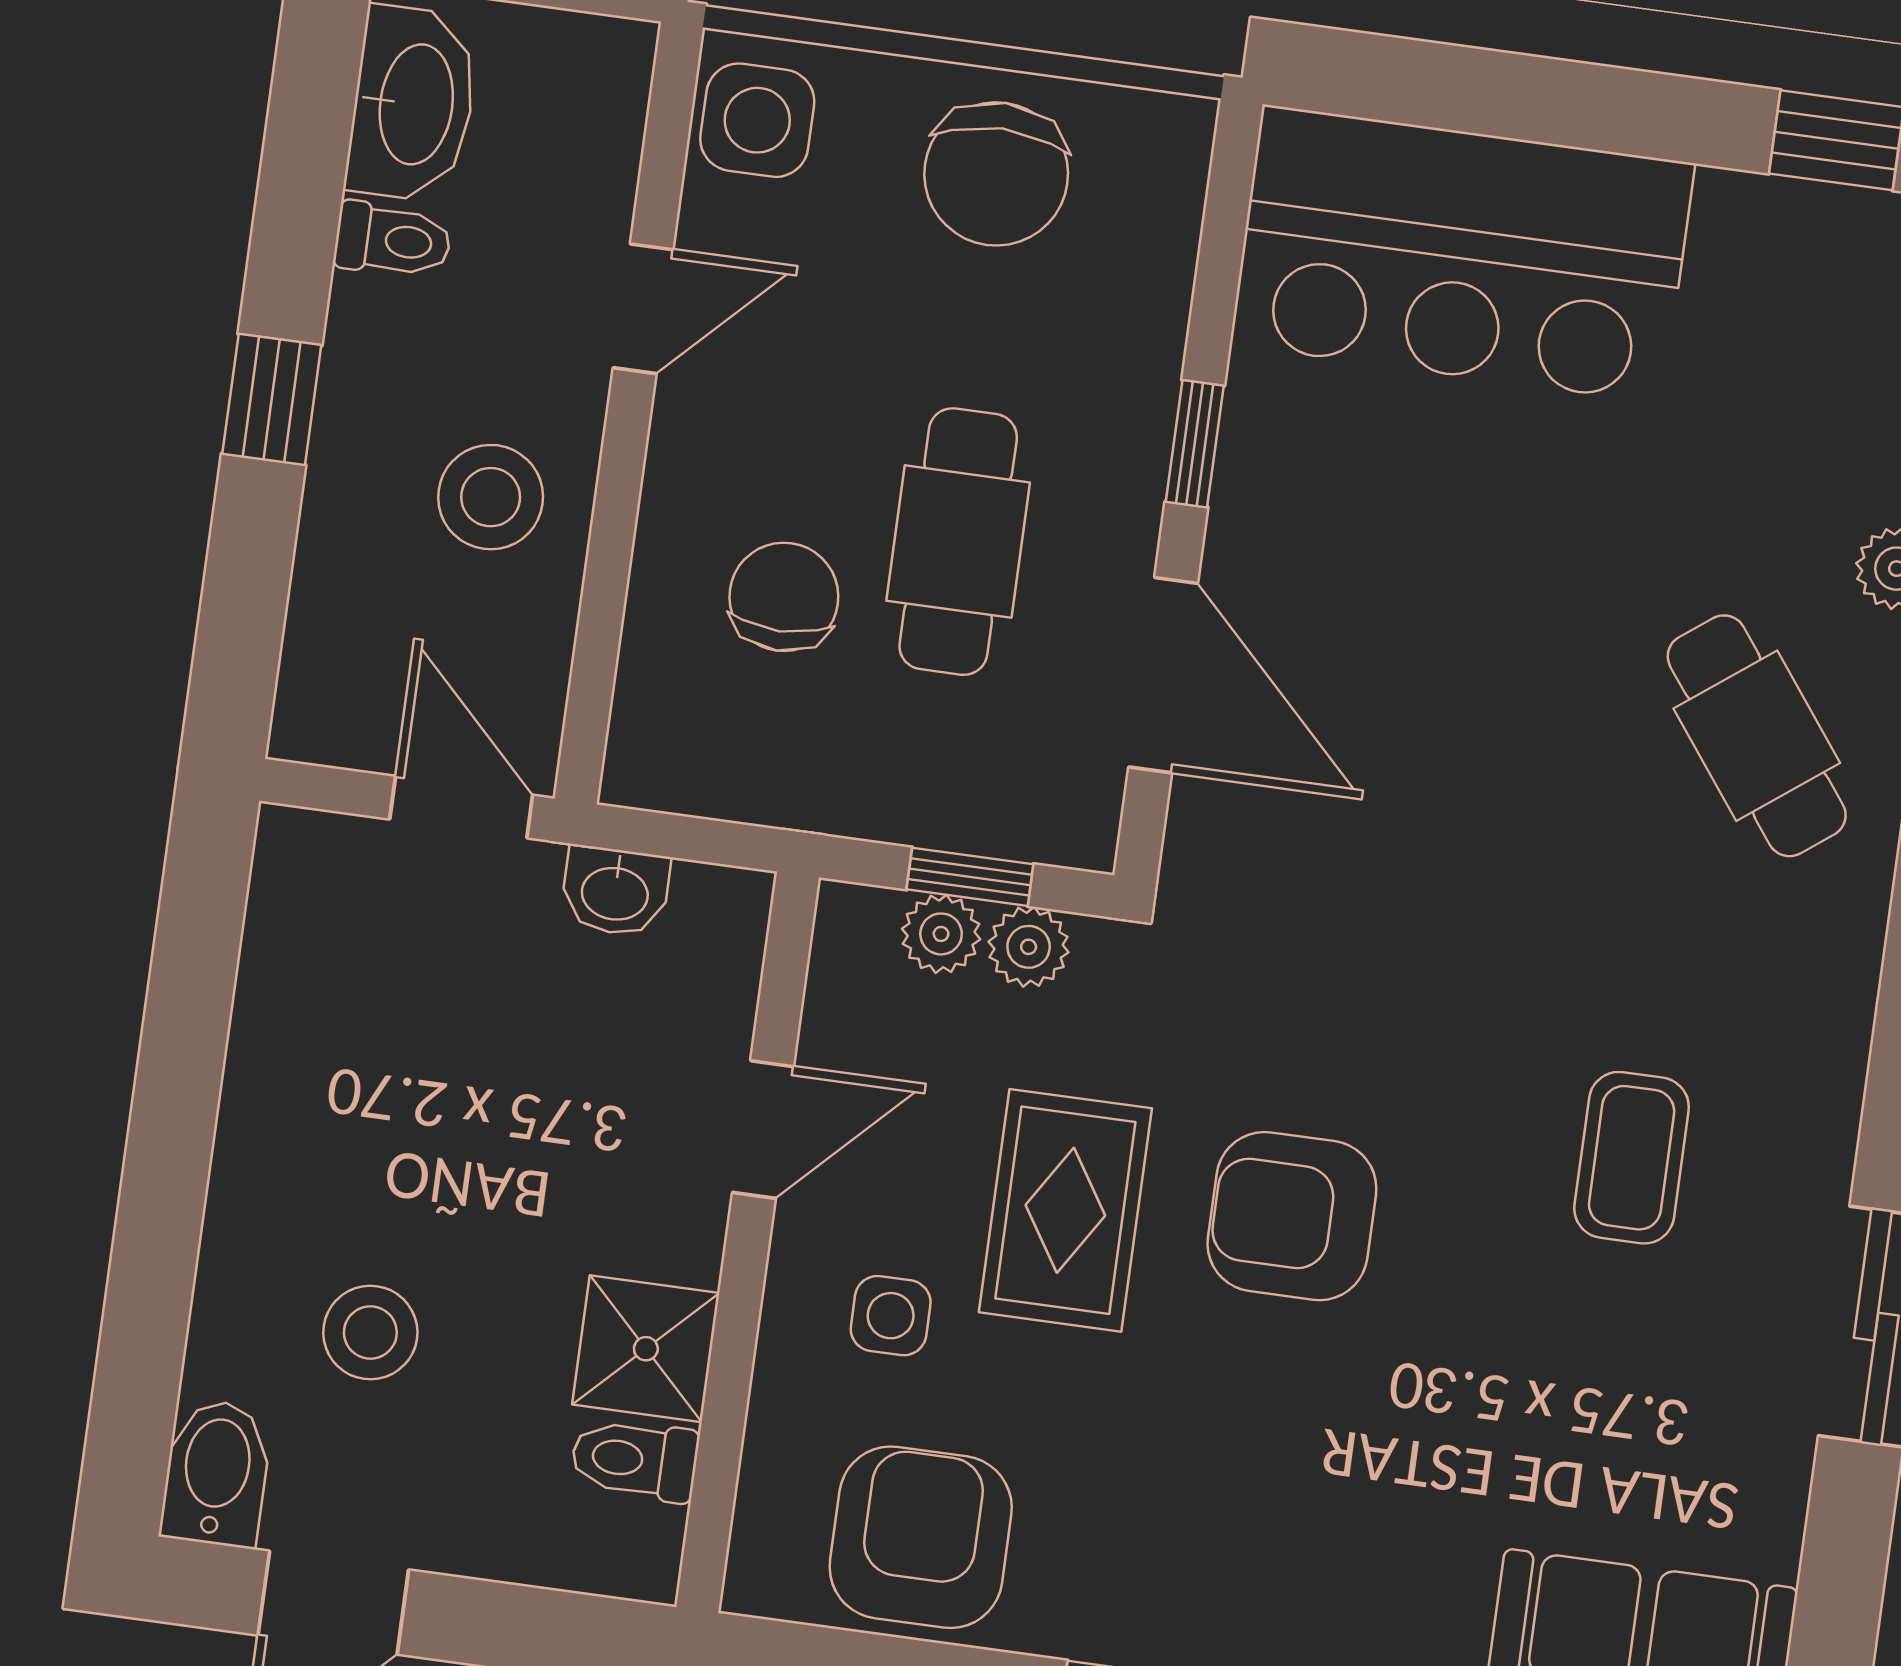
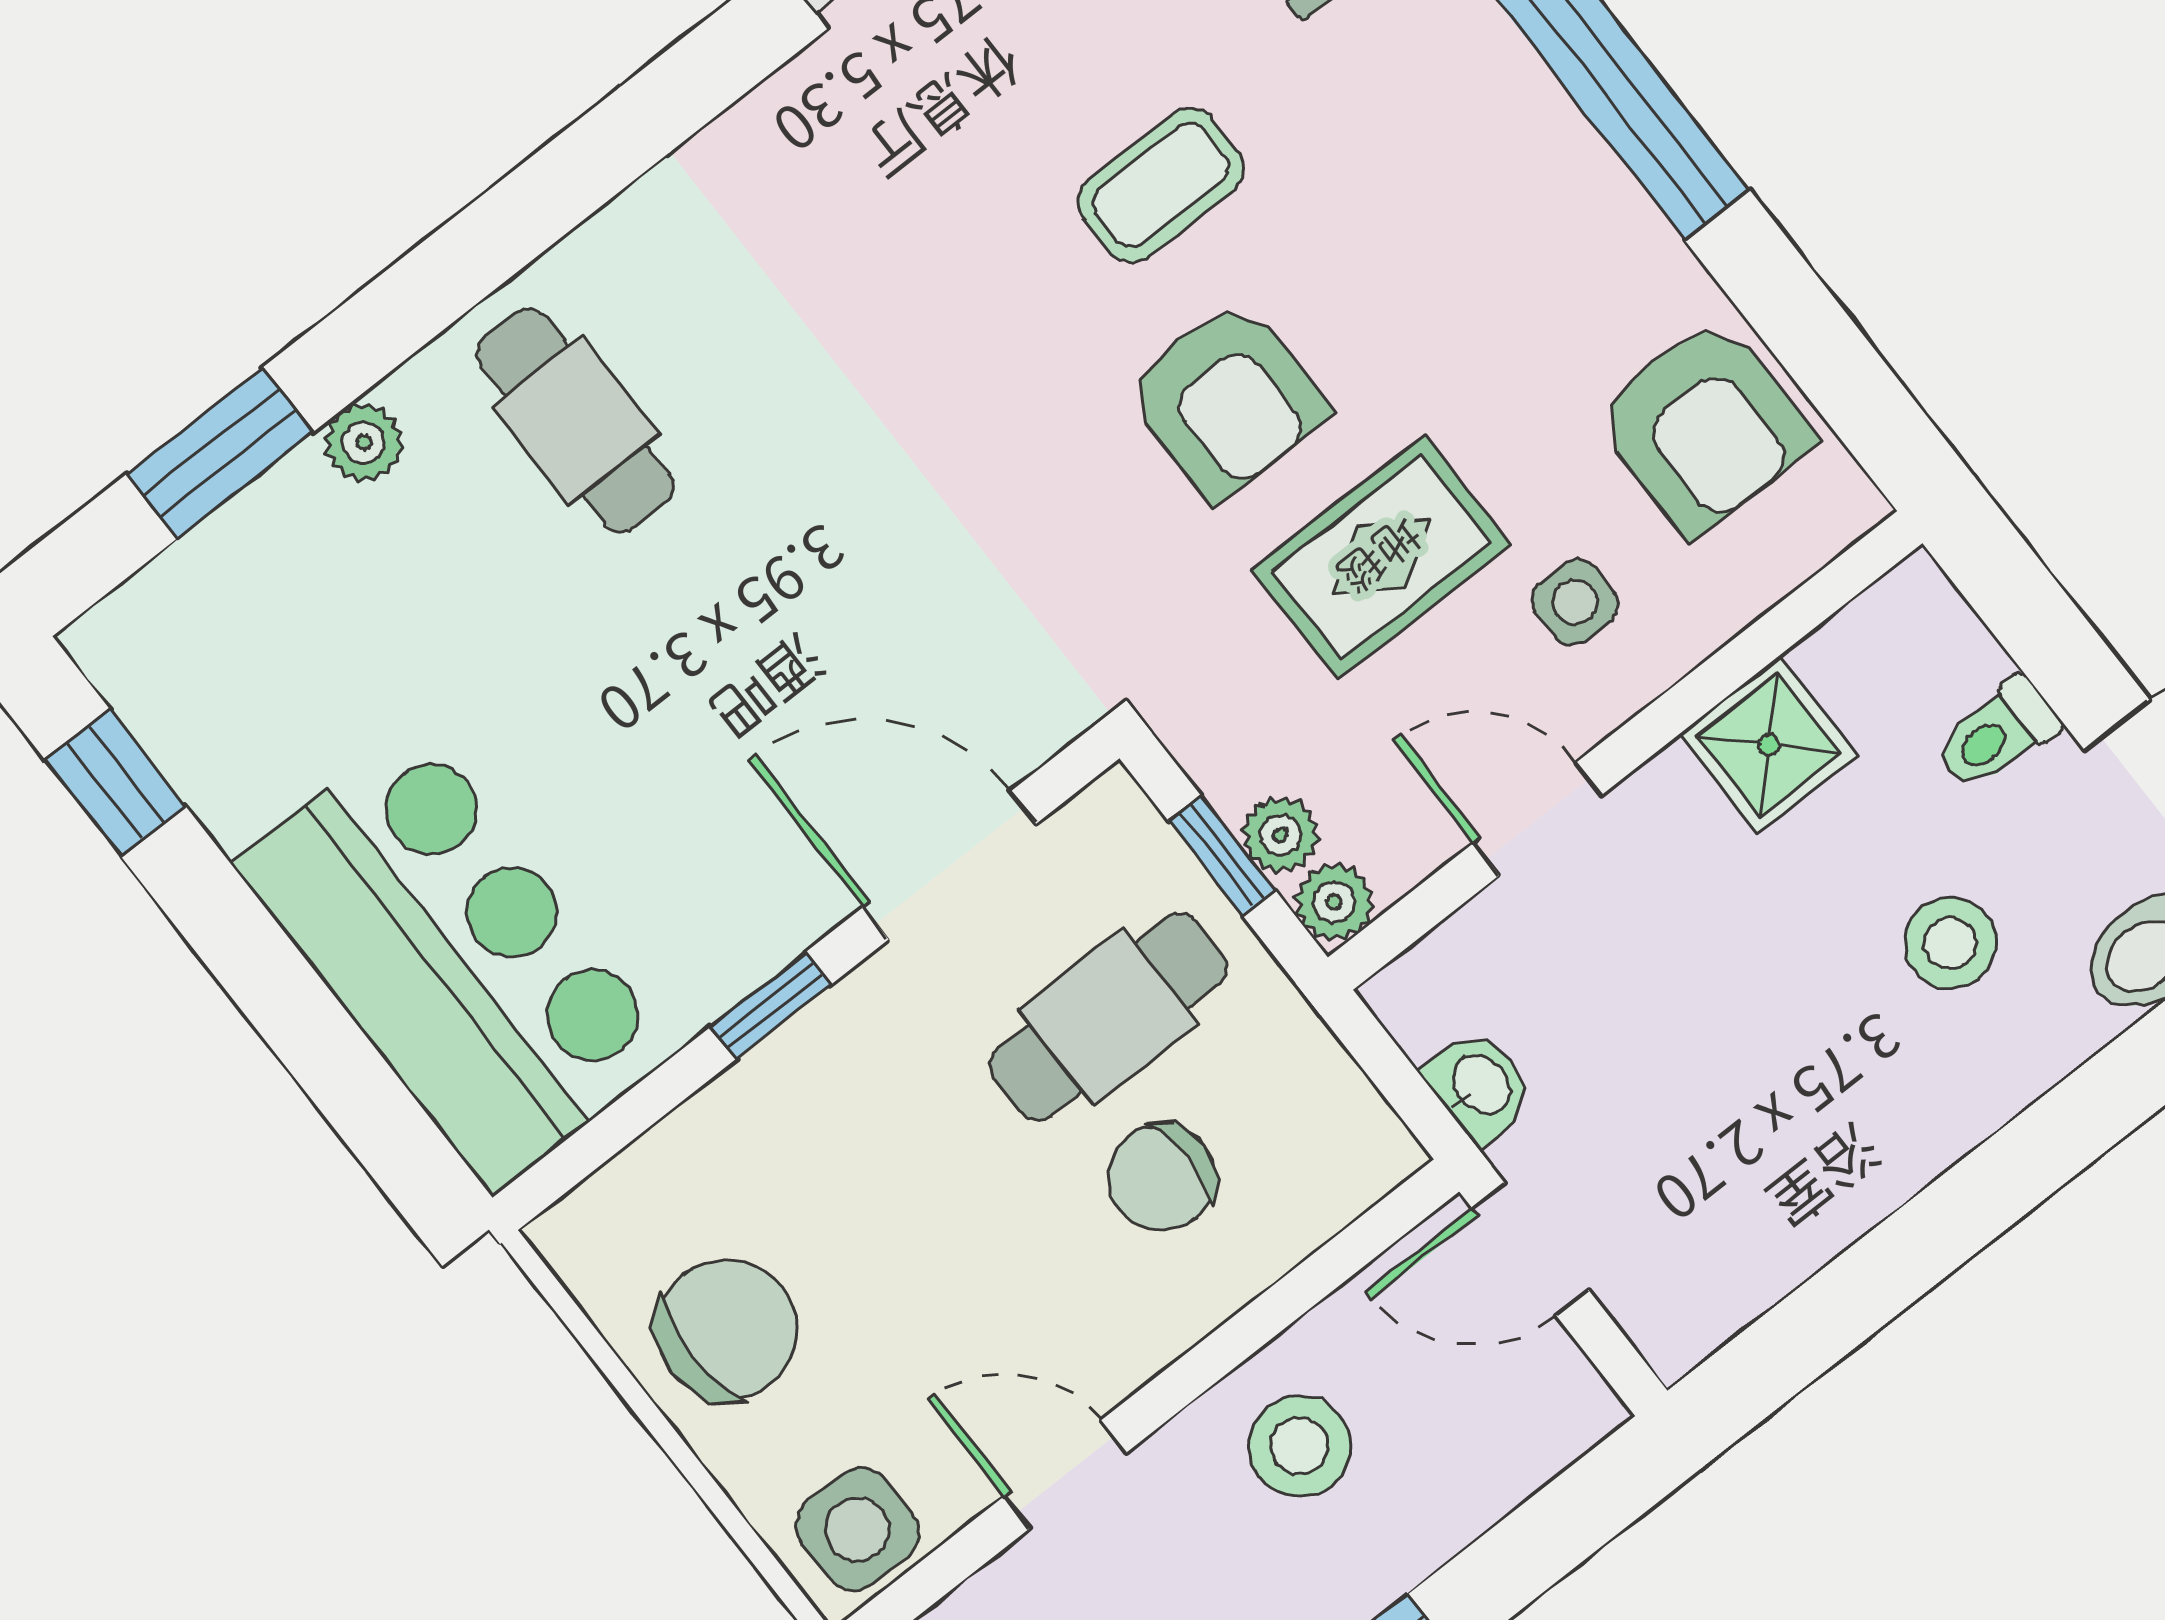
cafe table: (958, 542) -> (1108, 1017), moved
door: (1163, 675) -> (950, 865), hinge flipped
cafe table: (1757, 736) -> (575, 420), turned -53
door: (461, 807) -> (1530, 1249), hinge flipped
plant: (1029, 947) -> (1334, 902), moved
coffee table: (1632, 1158) -> (1161, 185), moved
toilet: (635, 1460) -> (1997, 735), moved, turned 90
armchair: (921, 1537) -> (1704, 426), turned -90

